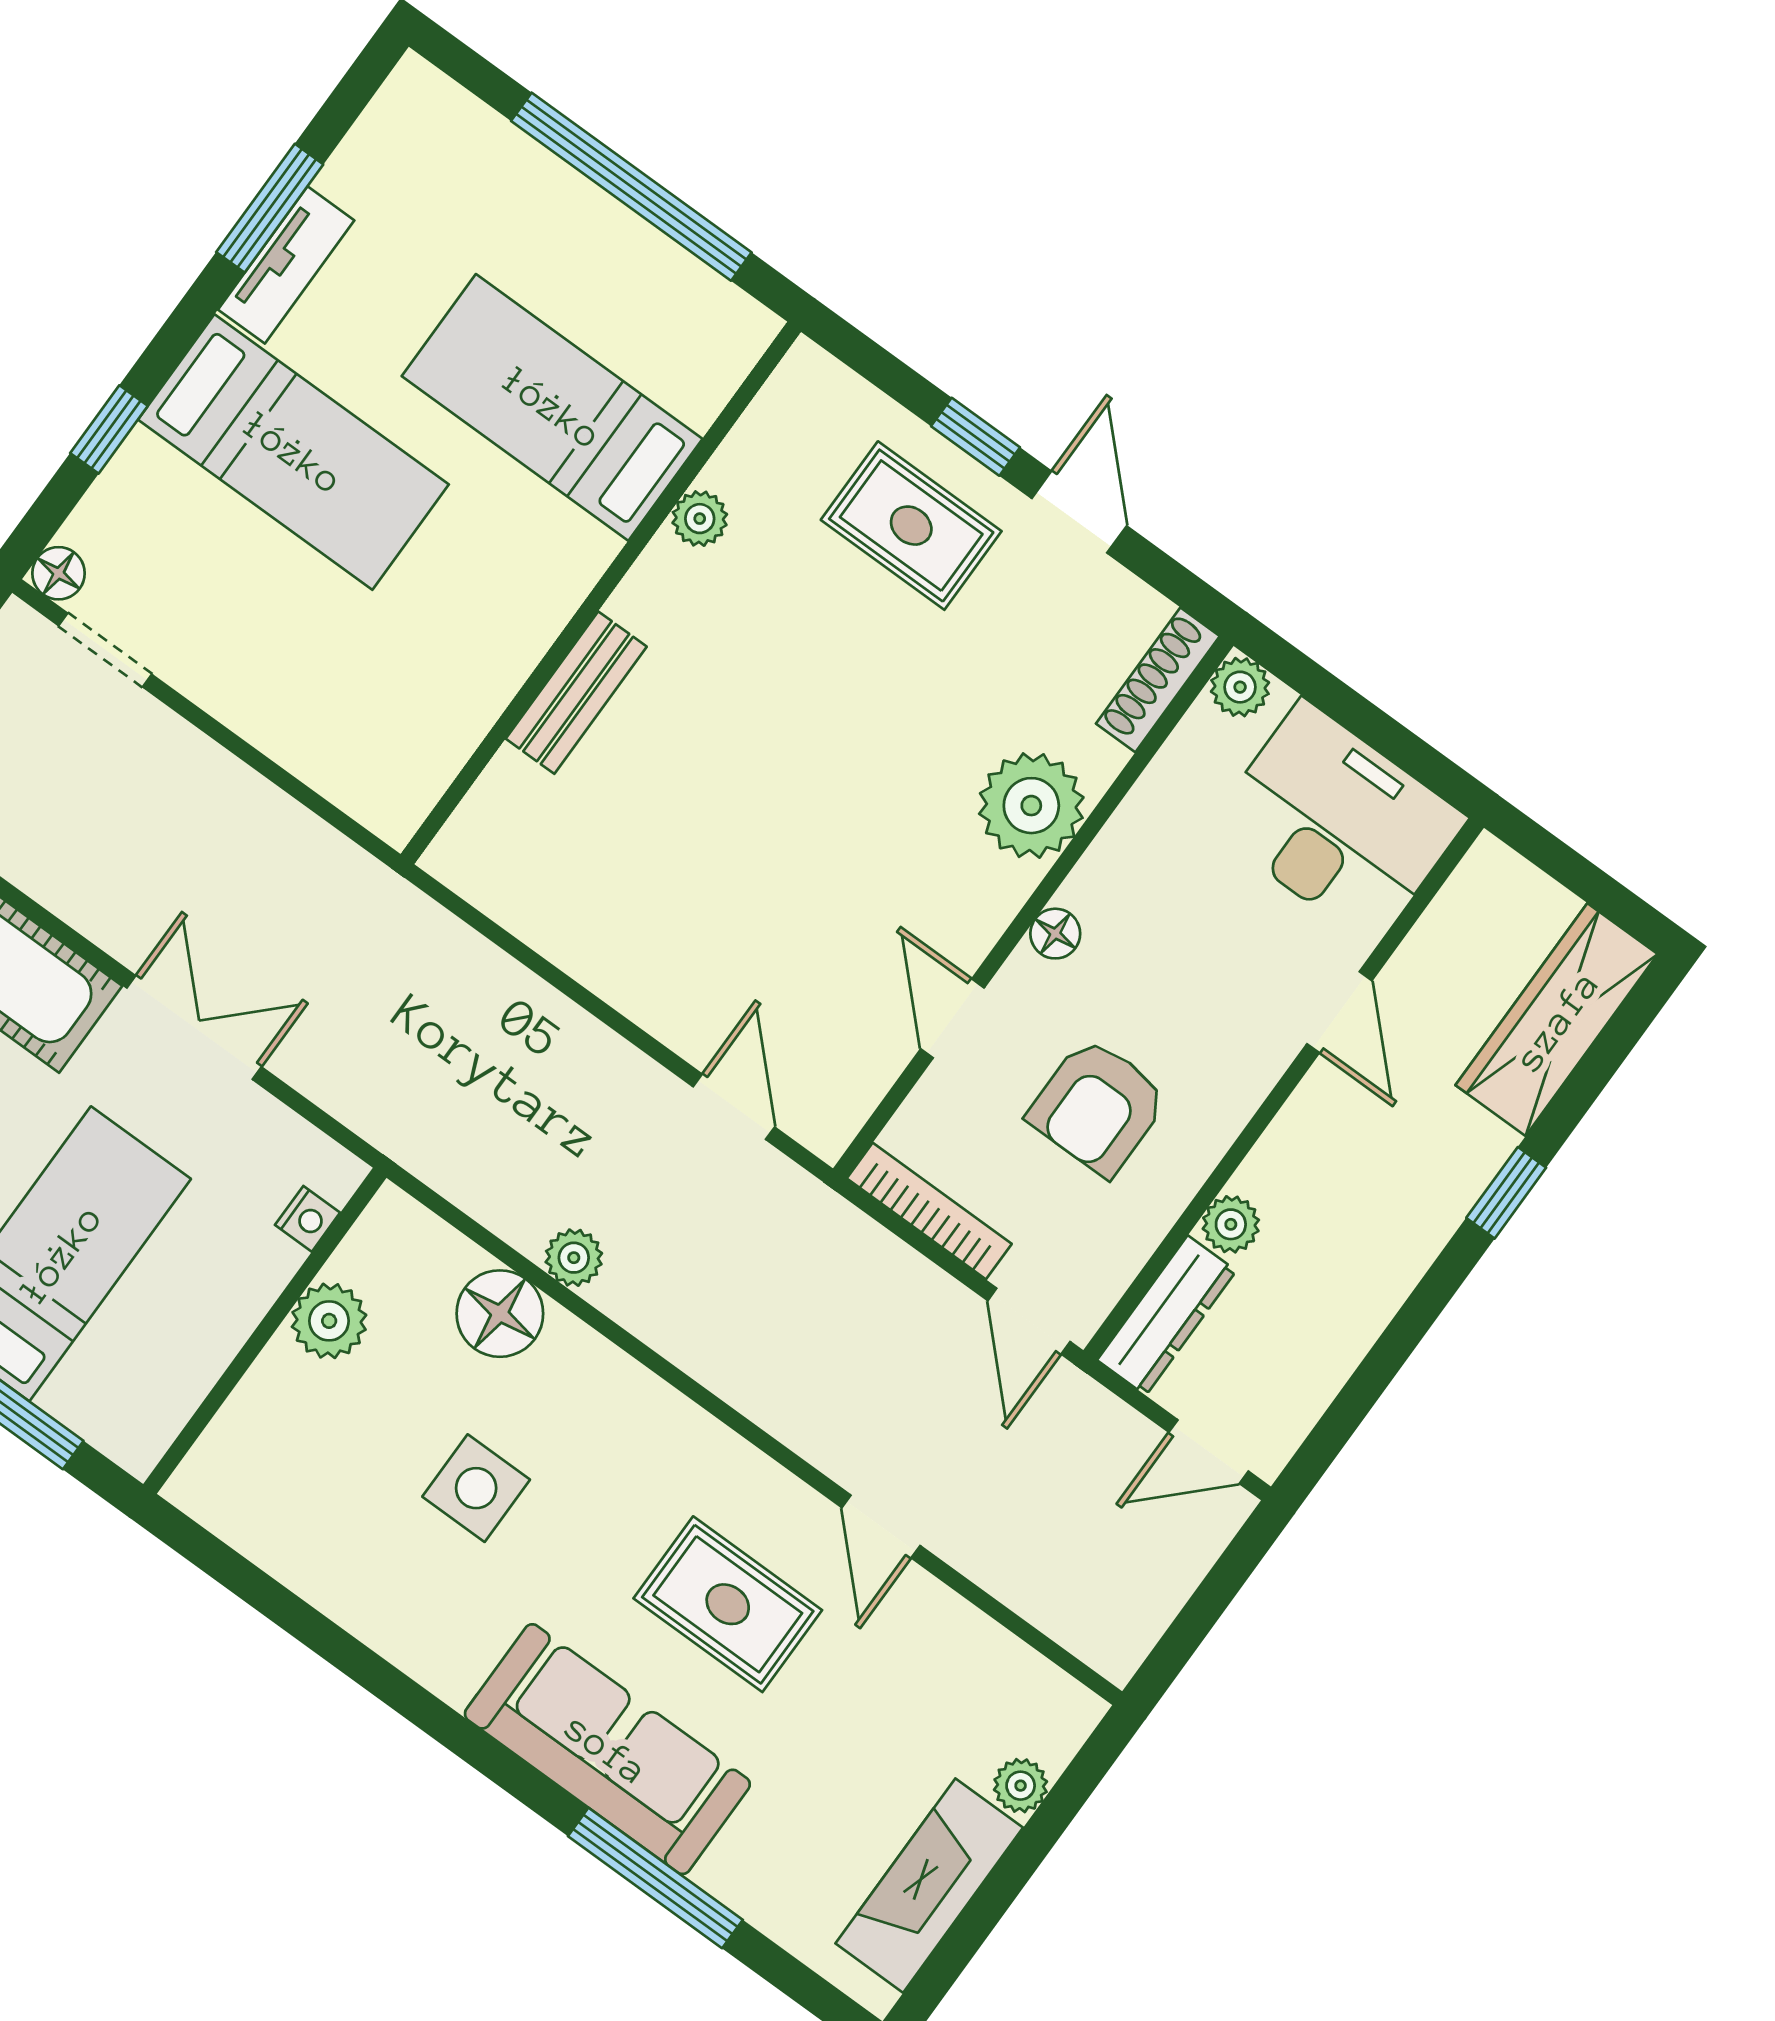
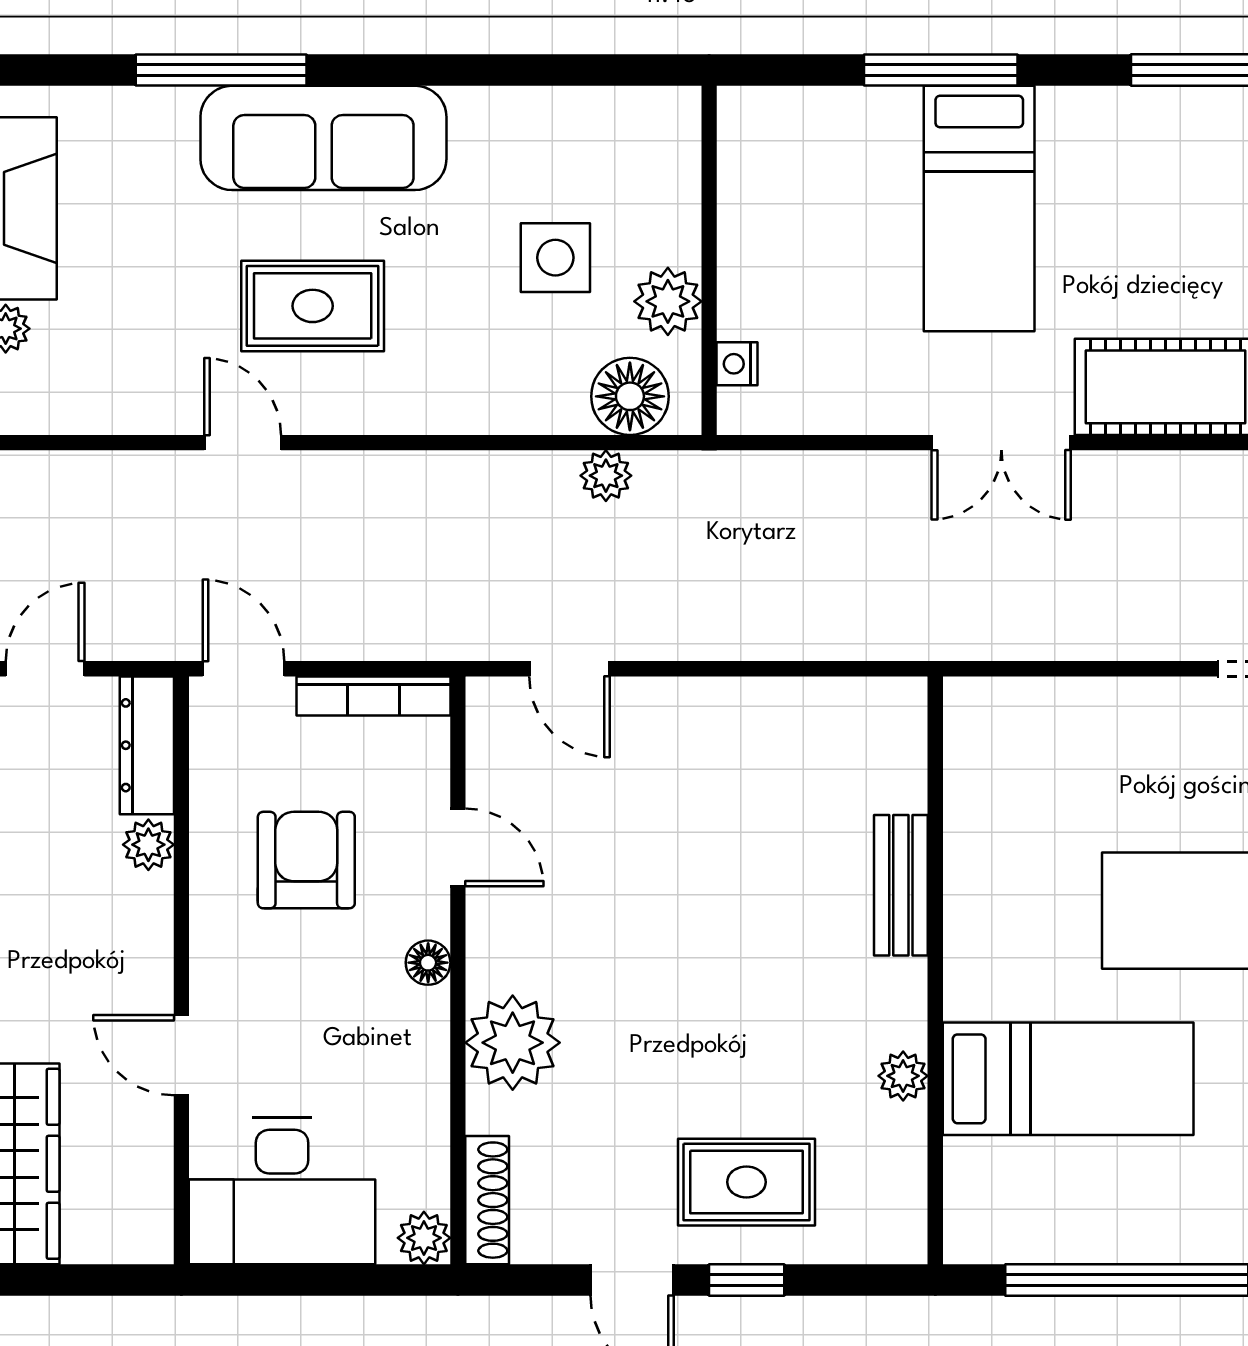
nightstand: (308, 1219) -> (737, 364), moved
plant: (329, 1321) -> (668, 301), moved
wall: (265, 1331) -> (709, 260), moved

